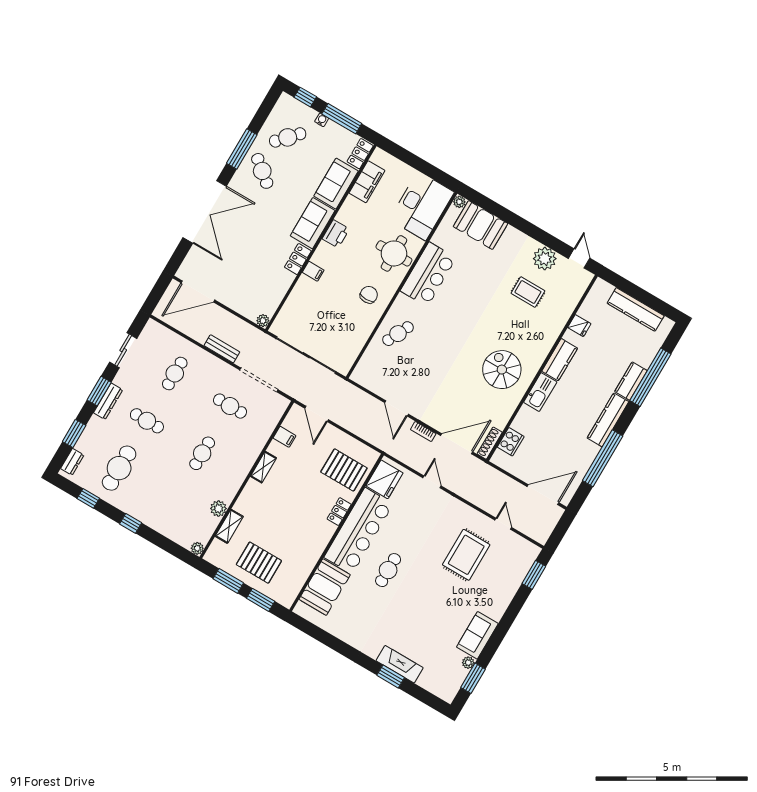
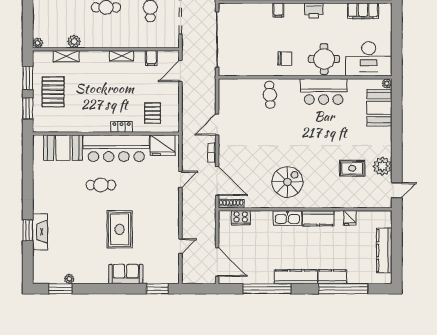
rug: (528, 292) -> (352, 168), turned 90
cafe table: (398, 334) -> (270, 95), turned 61
pallet: (344, 470) -> (153, 113), width x0.67, depth x0.71
rug: (466, 555) -> (120, 229), moved, turned 90
sofa: (477, 635) -> (126, 274), moved

